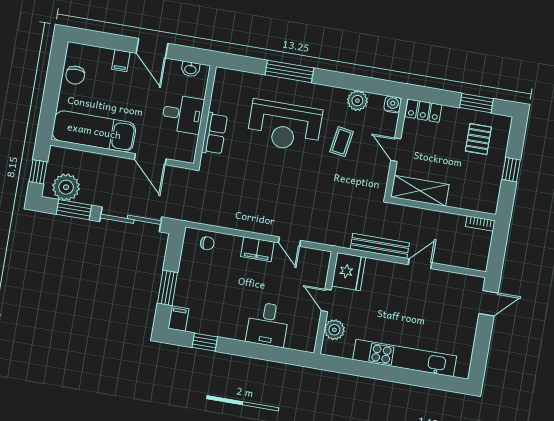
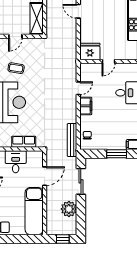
plant: (66, 187) -> (69, 209), moved
window: (74, 210) -> (81, 215), removed
sliding door: (131, 219) -> (81, 181), width x0.73
bench: (380, 246) -> (72, 140), moved
plant: (334, 330) -> (124, 54), removed

